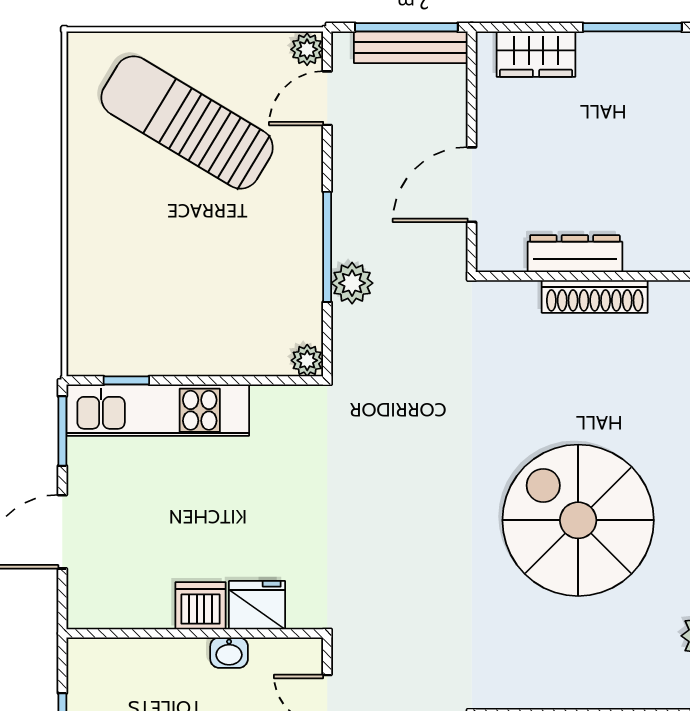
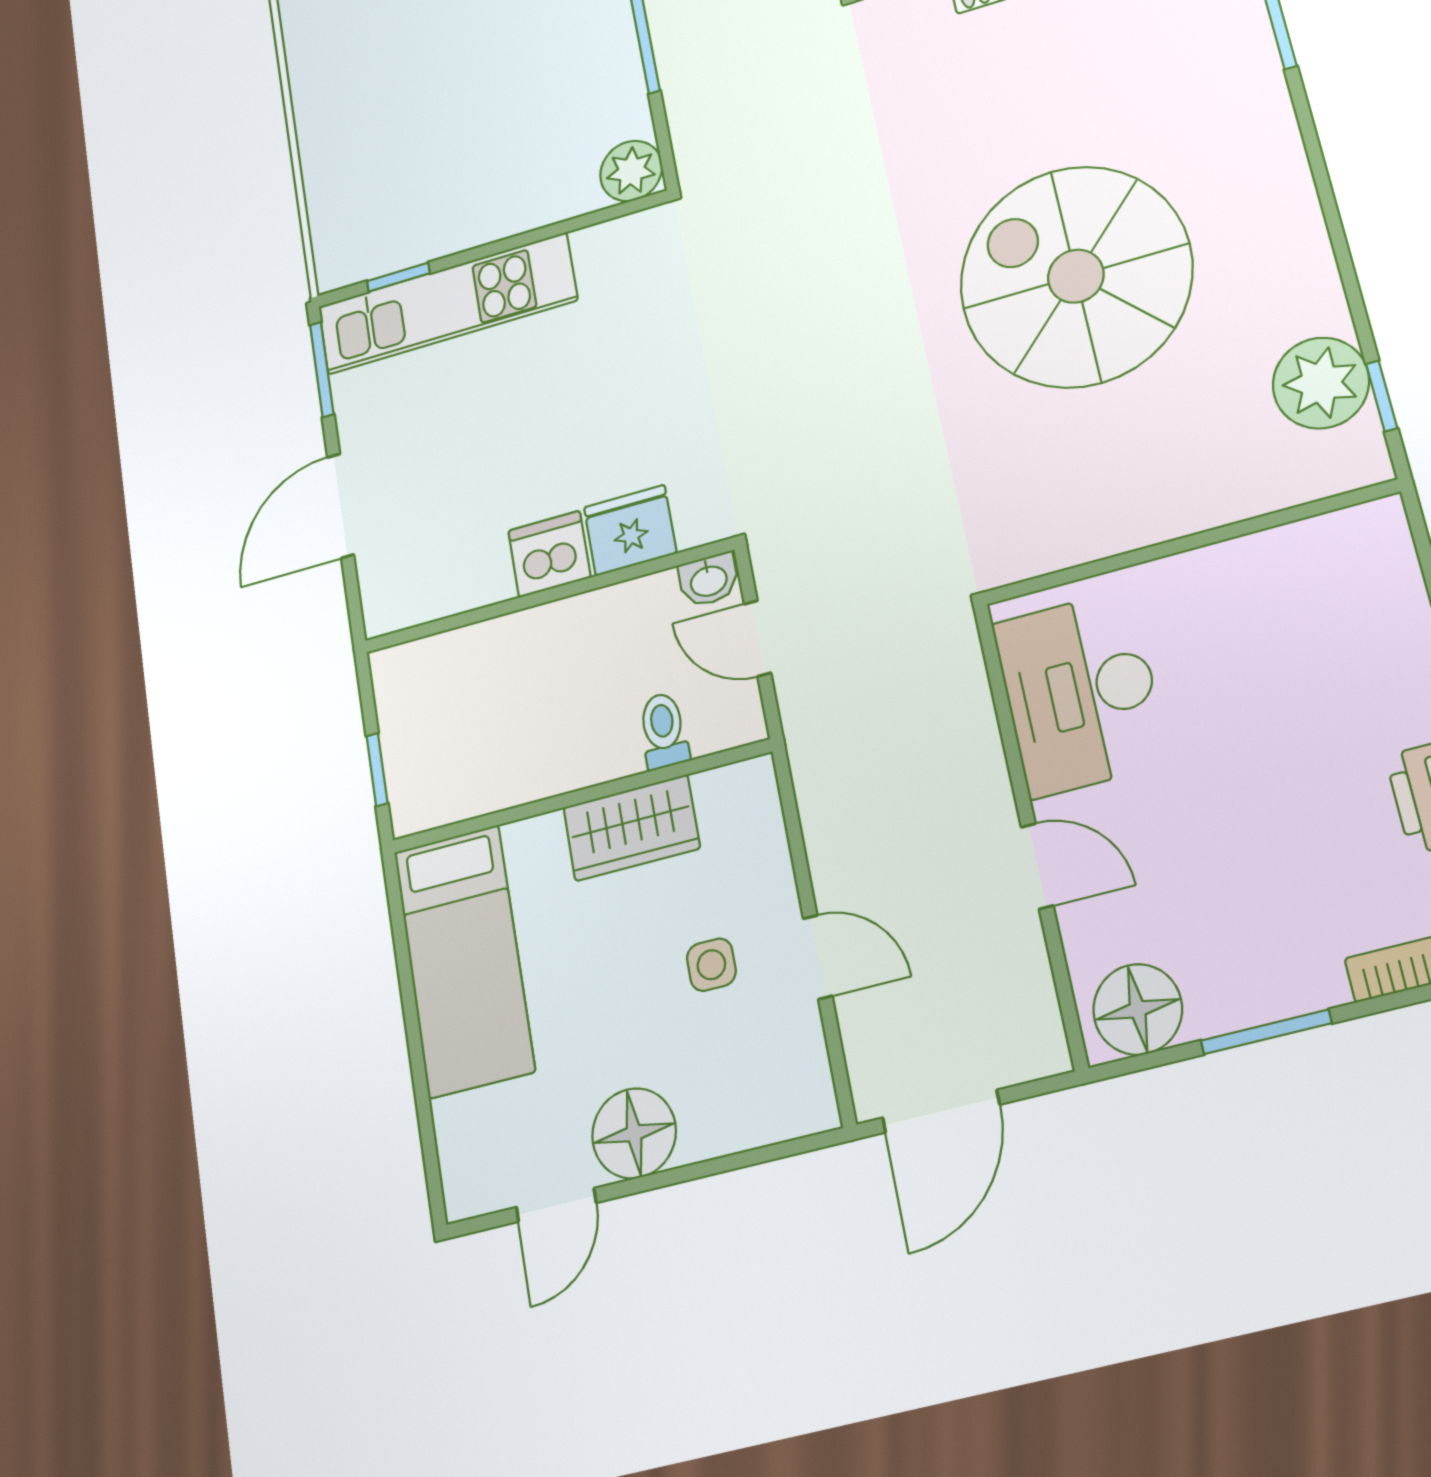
plant: (352, 283) -> (684, 58), removed
plant: (307, 360) -> (631, 171), width x1.38, depth x1.38
washbasin: (229, 653) -> (709, 580), moved

